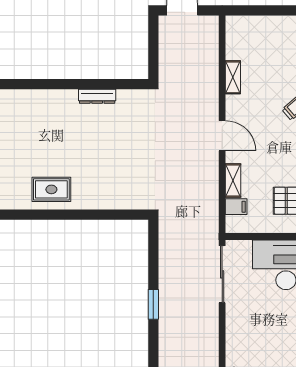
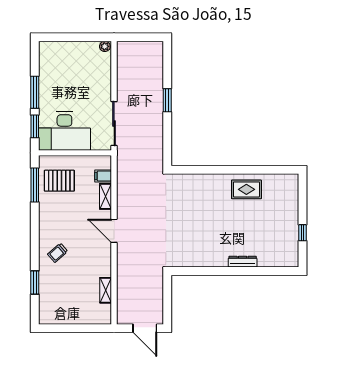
shelving: (233, 77) -> (106, 290), moved
dresser: (97, 96) -> (243, 262), moved

